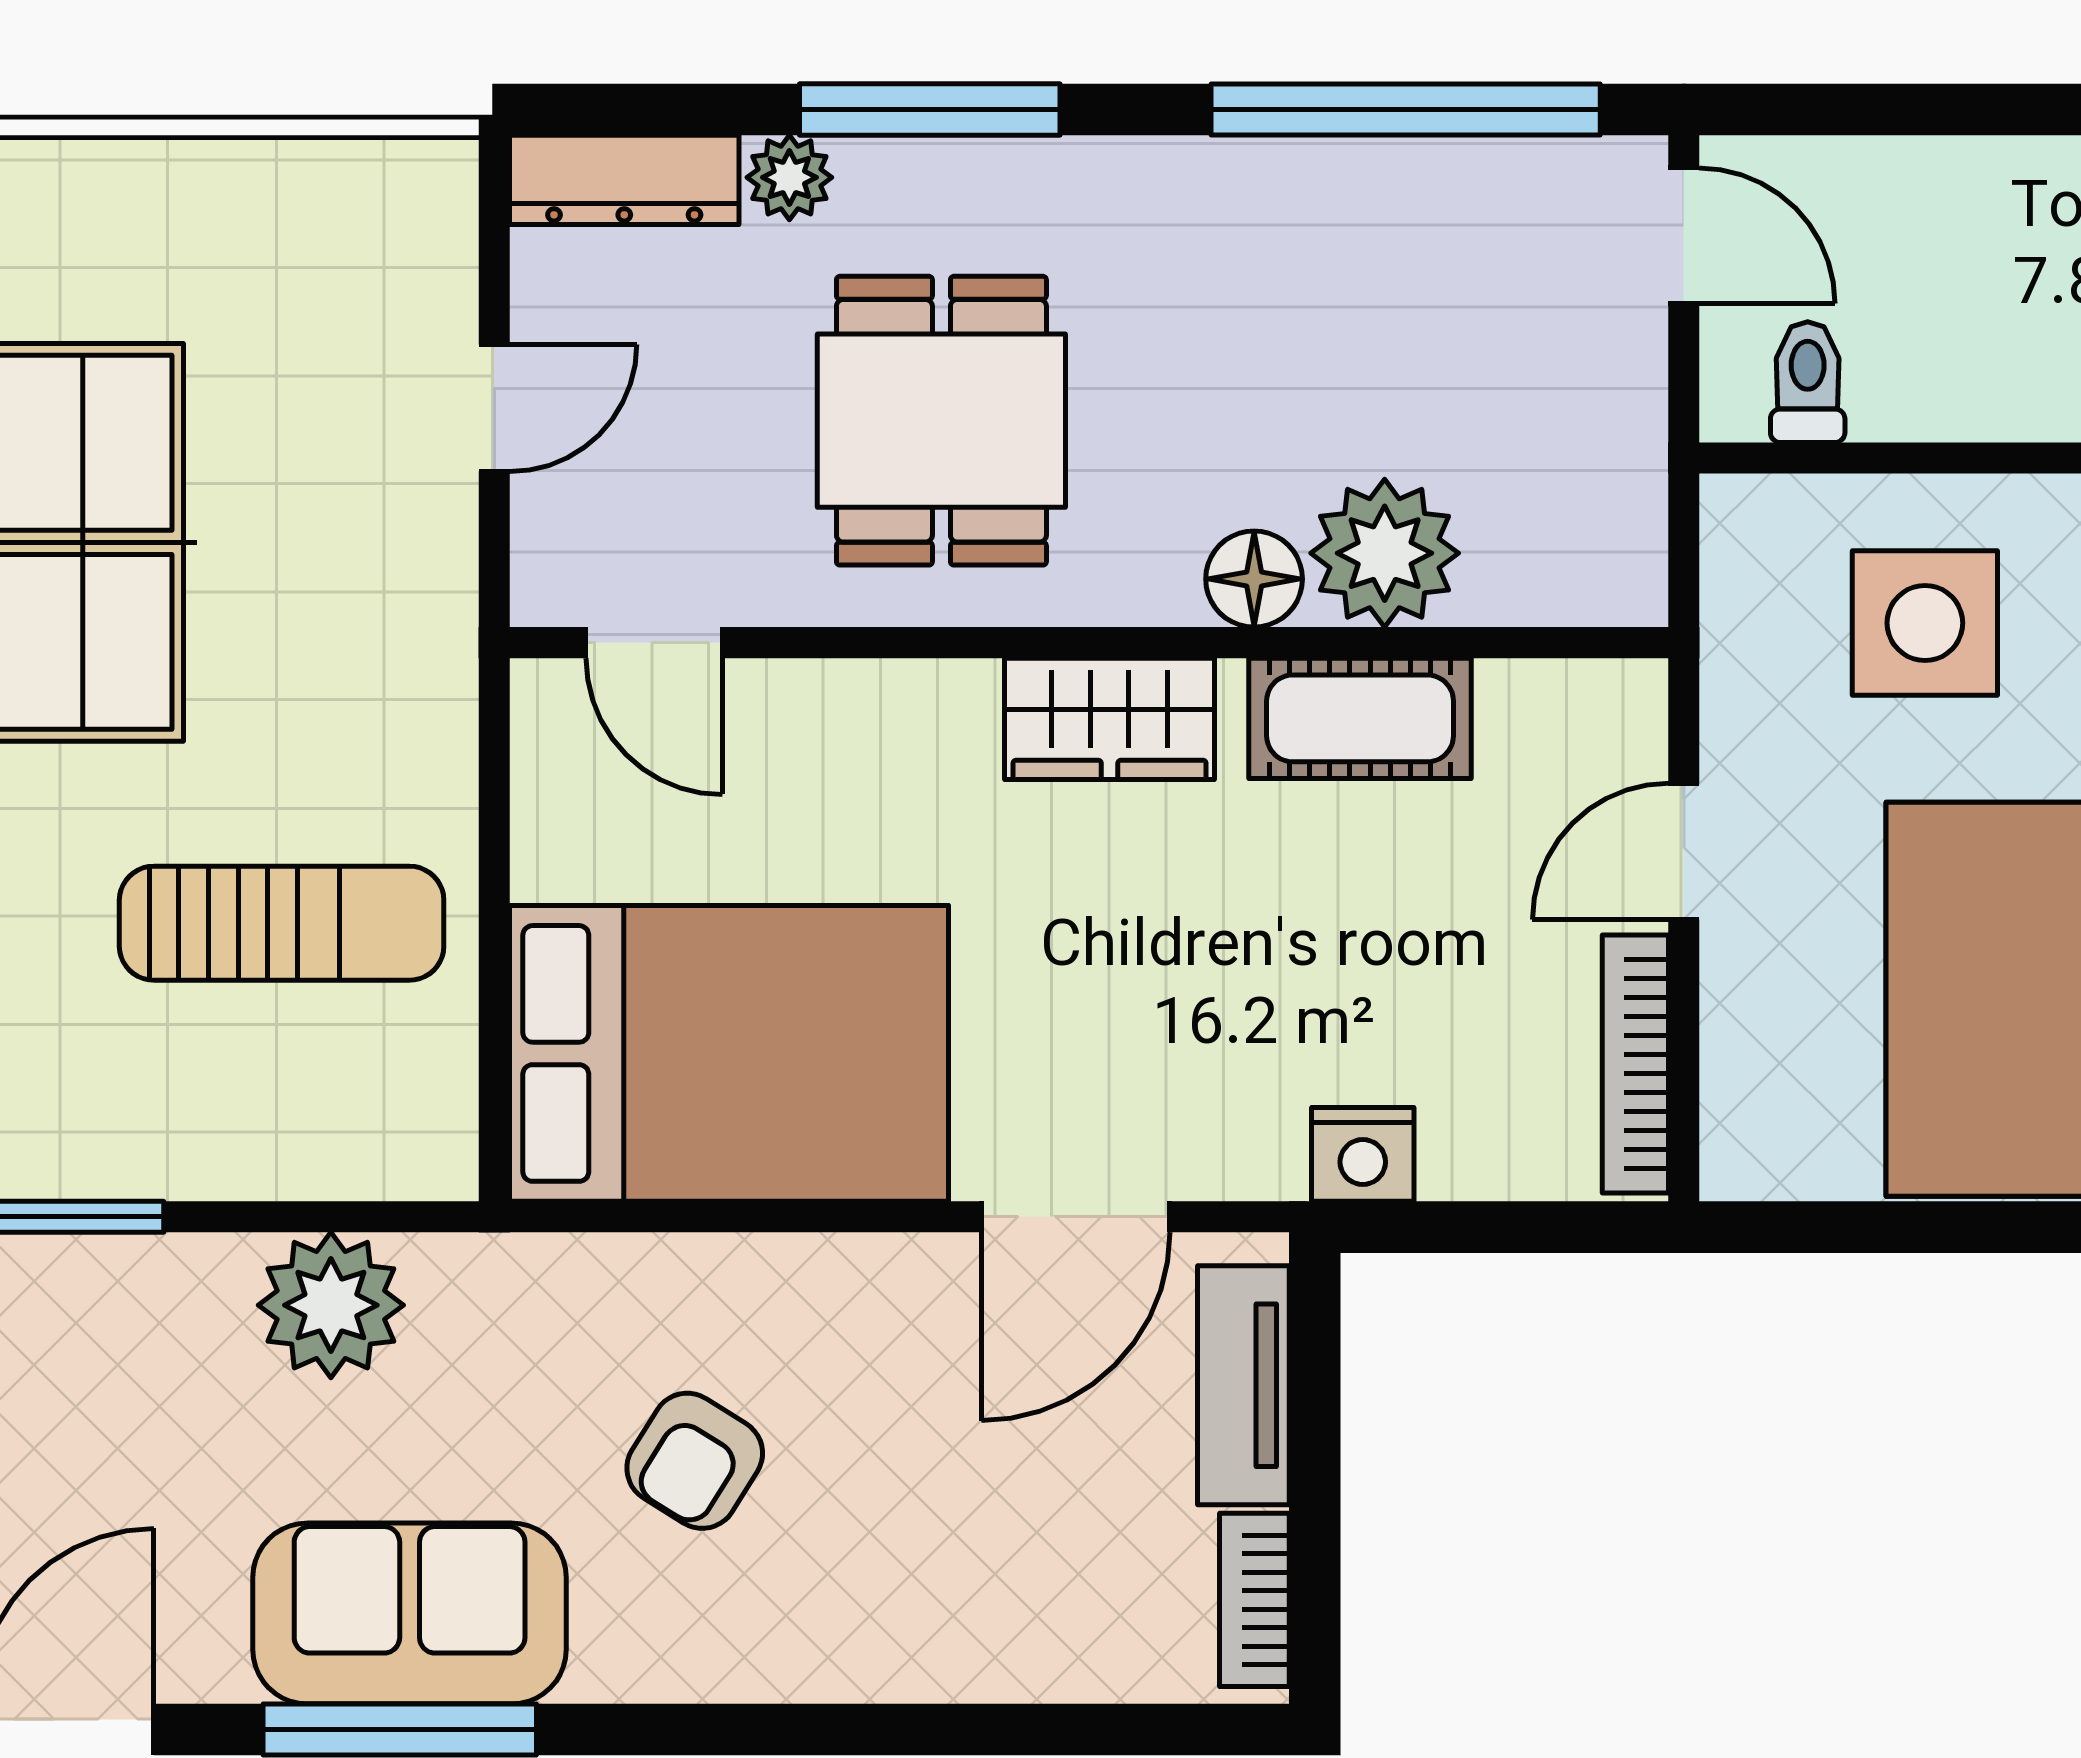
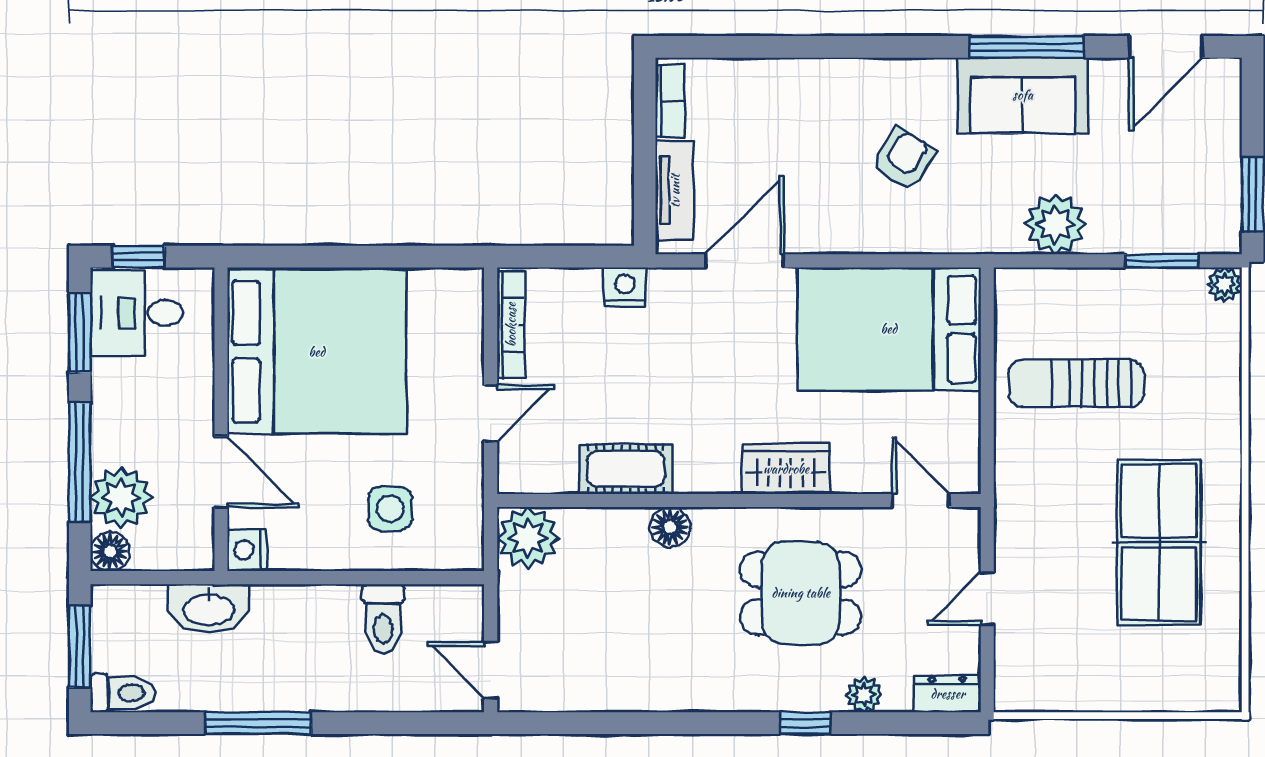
window: (930, 109) -> (805, 723), width x0.46
window: (1406, 109) -> (607, 723), removed
dresser: (624, 180) -> (948, 694), width x0.70
toilet: (1808, 382) -> (383, 619), moved, width x1.37, depth x1.39
dining table: (941, 421) -> (801, 593), turned 90
plant: (1385, 553) -> (528, 538), moved
side table: (1925, 623) -> (390, 509), width x0.73, depth x0.73
wardrobe: (1110, 719) -> (786, 469), moved

